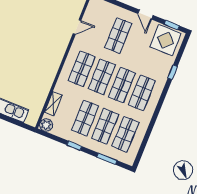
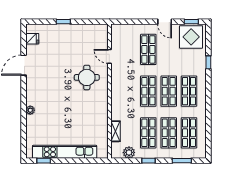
door: (77, 27) -> (109, 56), swing flipped
round table: (46, 39) -> (87, 77), added
shop shelf: (82, 69) -> (128, 91), removed
plant: (46, 125) -> (129, 152), moved

